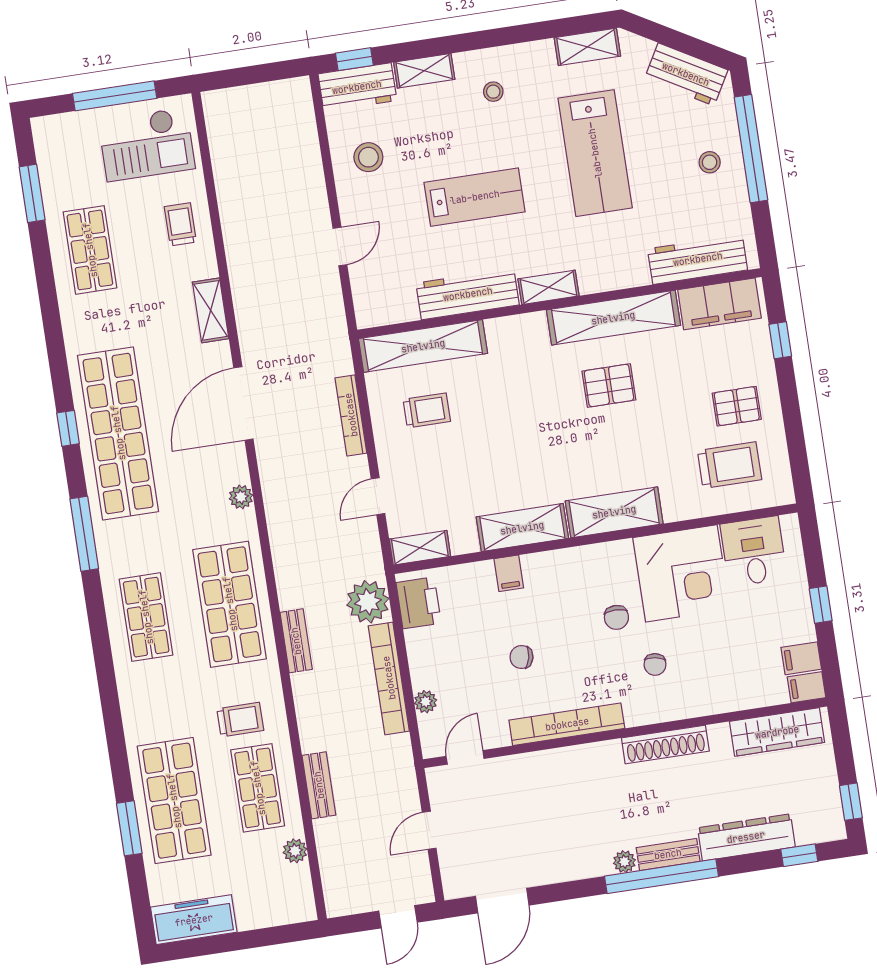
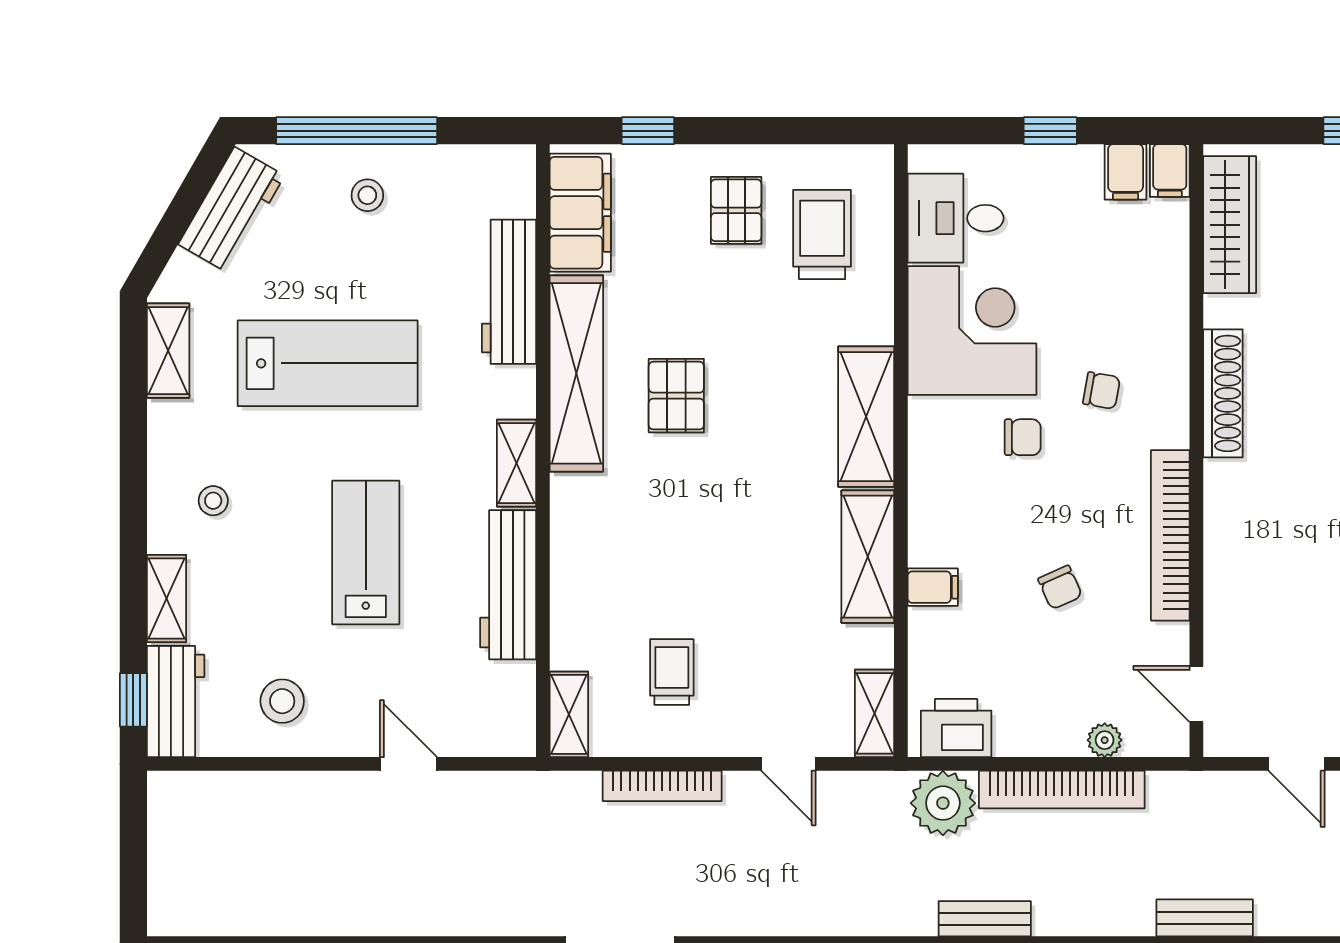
workbench: (698, 259) -> (509, 292), moved
shelving: (423, 346) -> (569, 714), width x0.45, depth x0.75
chair: (521, 657) -> (1060, 587), turned -37

